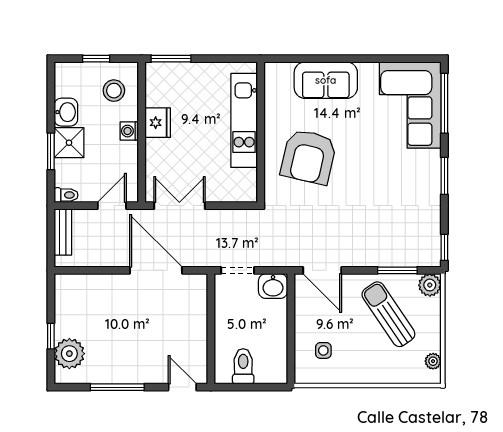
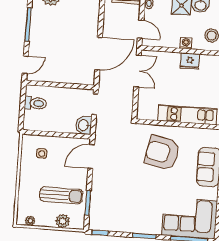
plant: (430, 285) -> (63, 221), moved
sun lounger: (388, 314) -> (61, 195), turned 34

